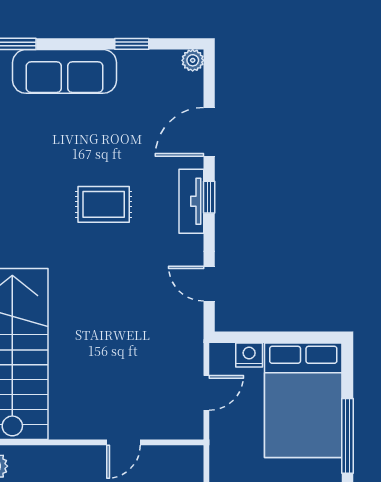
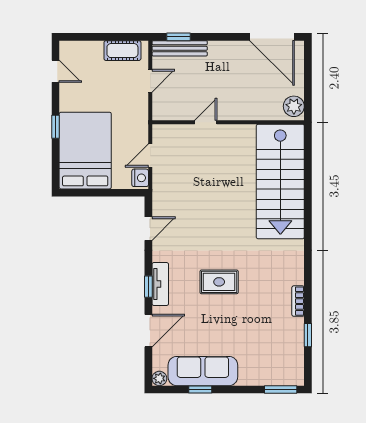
sofa: (65, 71) -> (203, 371), moved
door: (209, 284) -> (148, 229), hinge flipped
nightstand: (249, 355) -> (140, 178), moved, turned -90
window: (348, 436) -> (56, 127), width x0.46

